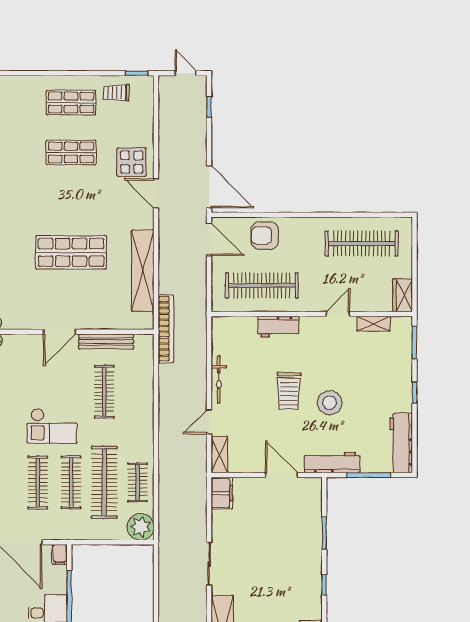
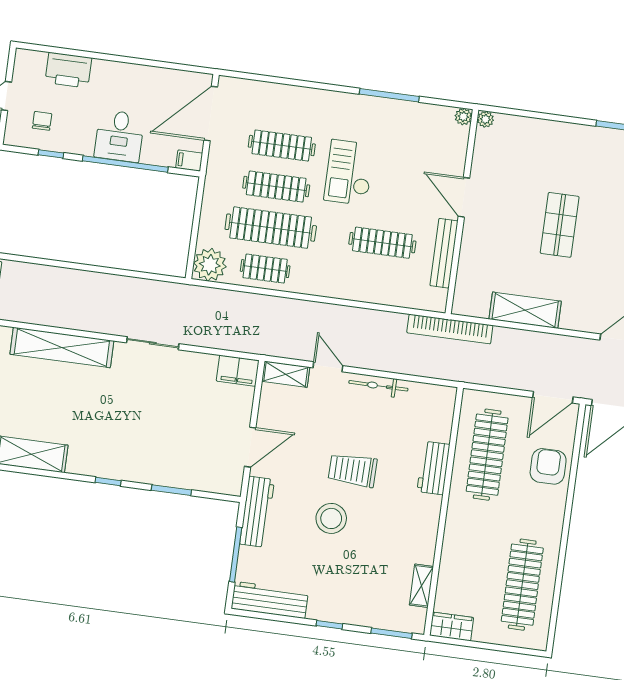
shop shelf: (71, 252) -> (560, 225), width x0.70, depth x0.74
shelving: (143, 271) -> (525, 310), width x0.68
door: (338, 314) -> (439, 544), removed

